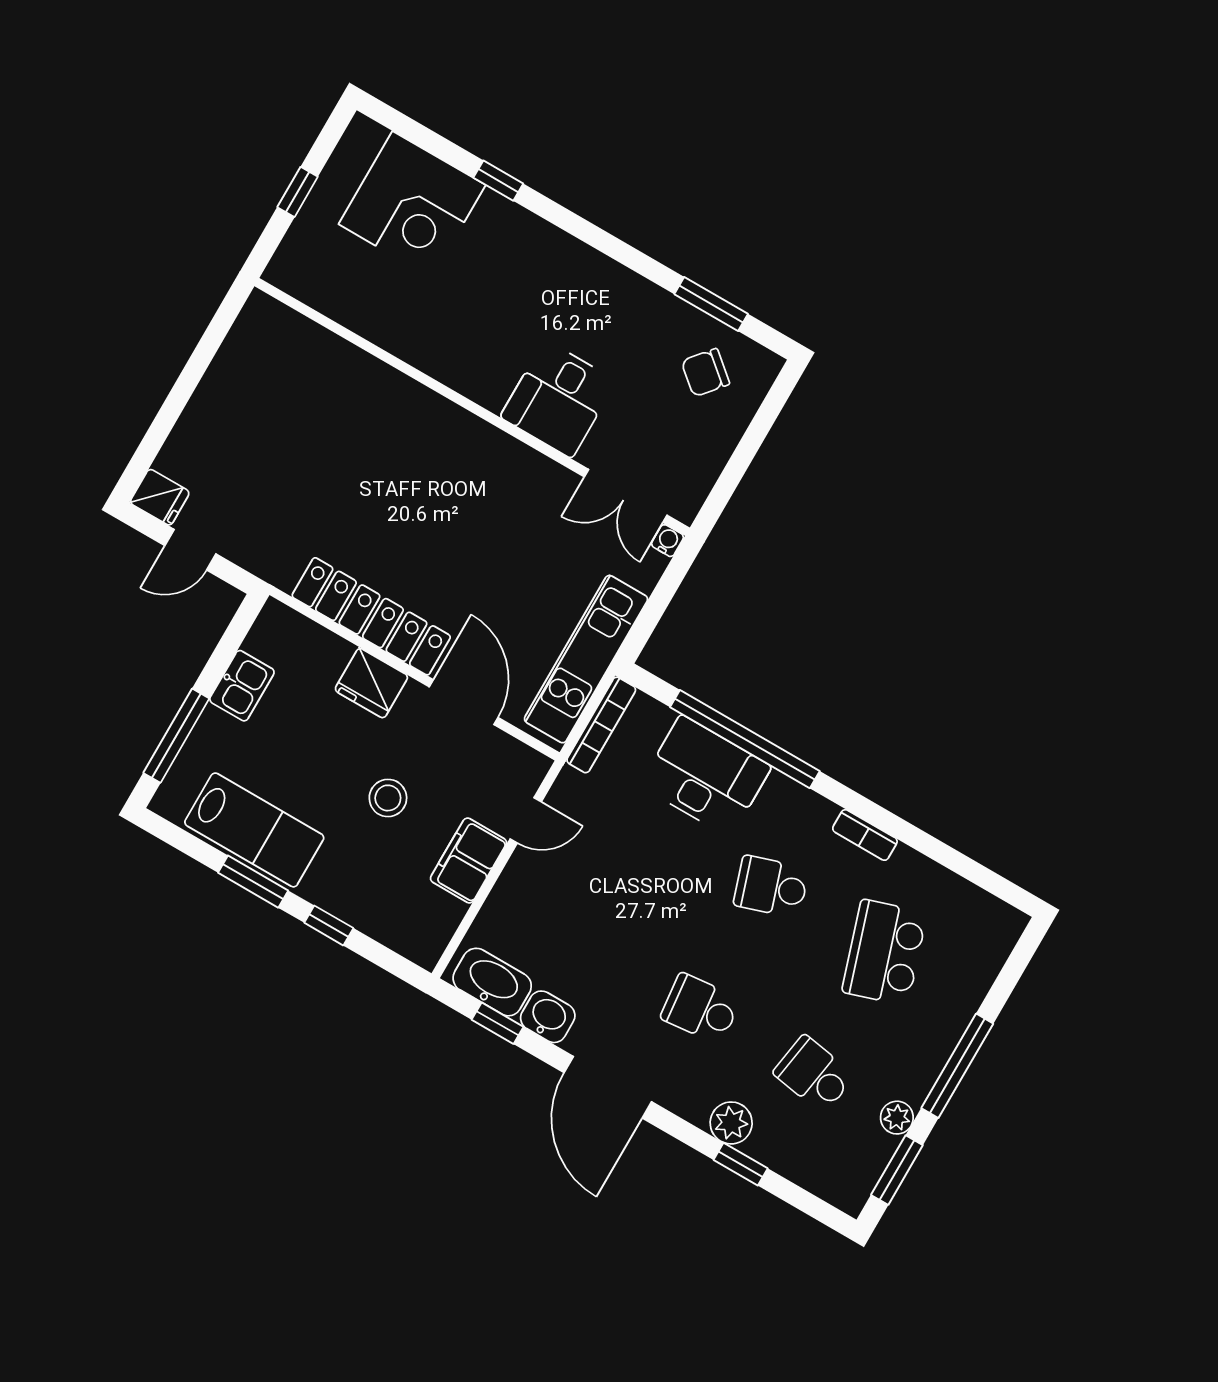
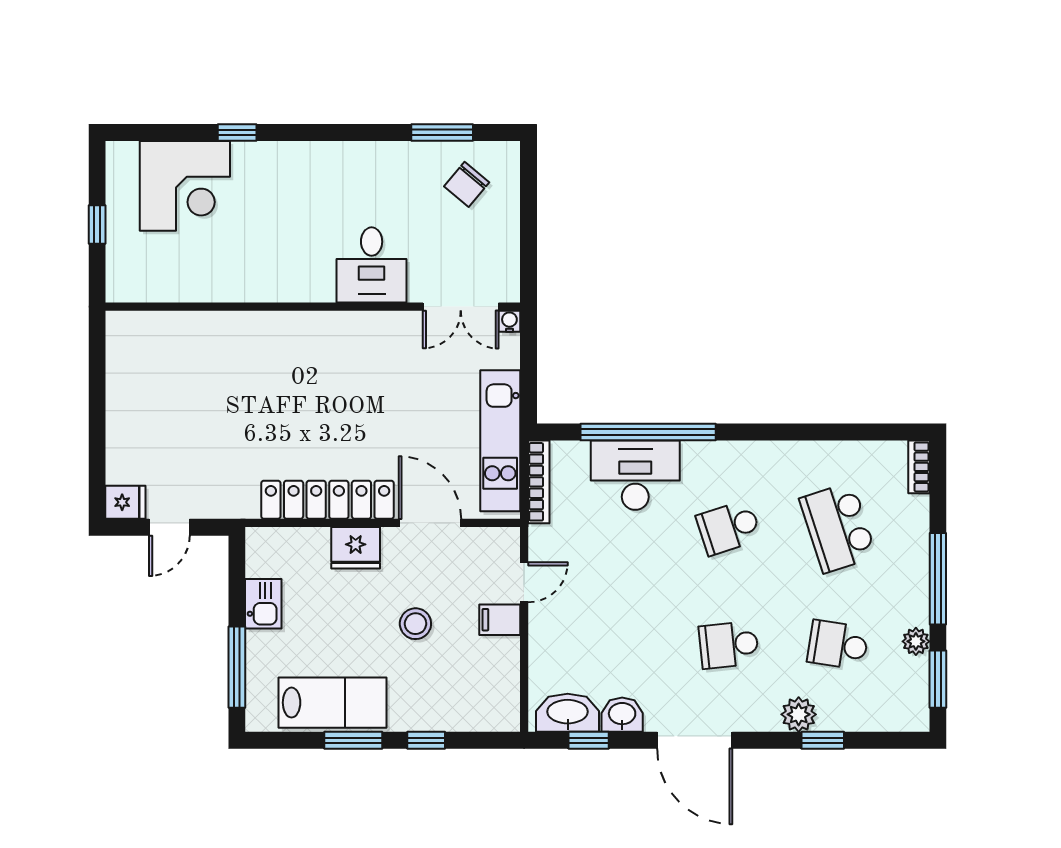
bookcase: (865, 835) -> (919, 467), moved, turned 90
filing cabinet: (469, 860) -> (500, 620), width x0.50

